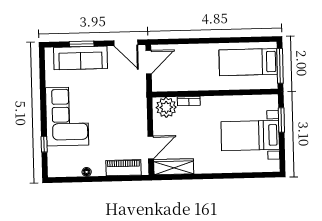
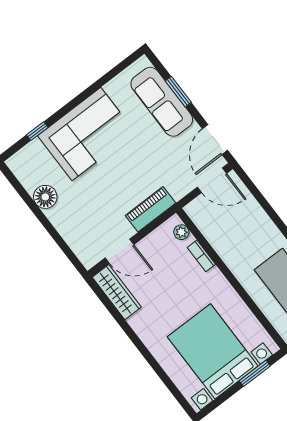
plant: (166, 107) -> (181, 232), width x0.53, depth x0.53
bed with nightstands: (250, 135) -> (213, 351), width x1.36
piano: (124, 168) -> (150, 209), moved, turned -90
floor lamp: (87, 172) -> (45, 197), width x1.89, depth x1.89

